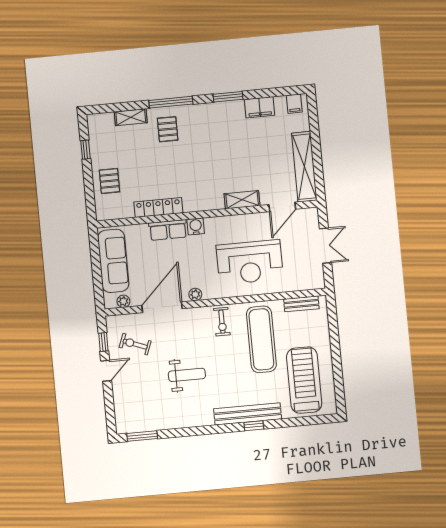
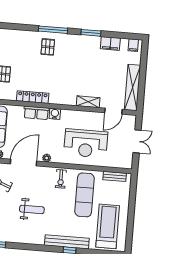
shelving: (131, 117) -> (25, 35), removed

